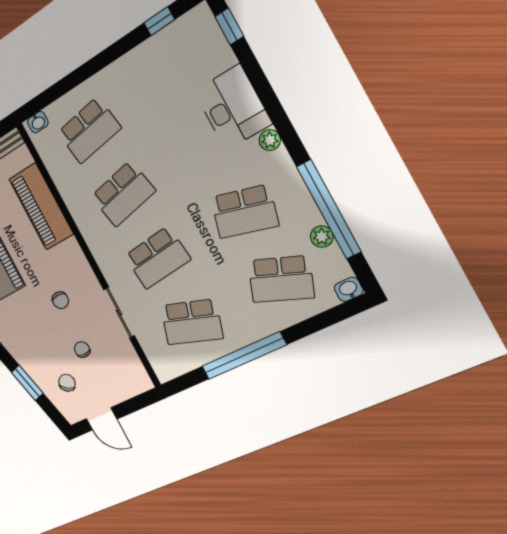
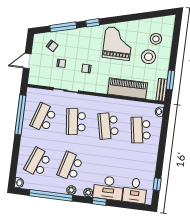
window: (229, 26) -> (99, 202), moved
desk: (201, 53) -> (135, 191), added
plant: (322, 237) -> (71, 190), moved
window: (244, 356) -> (20, 115), moved
window: (27, 383) -> (63, 27), width x1.44
door: (102, 419) -> (27, 61), moved

